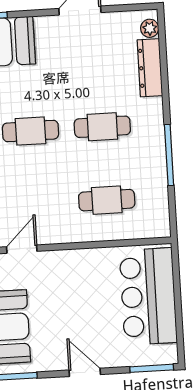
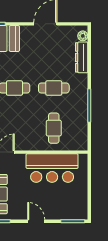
cafe table: (107, 200) -> (54, 128), turned 90
bar counter: (148, 296) -> (52, 168), moved, turned -90

